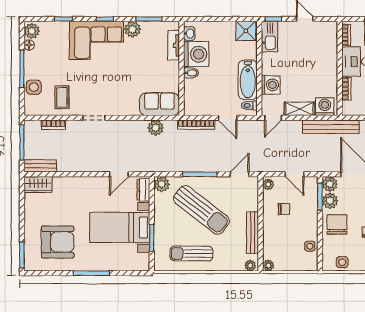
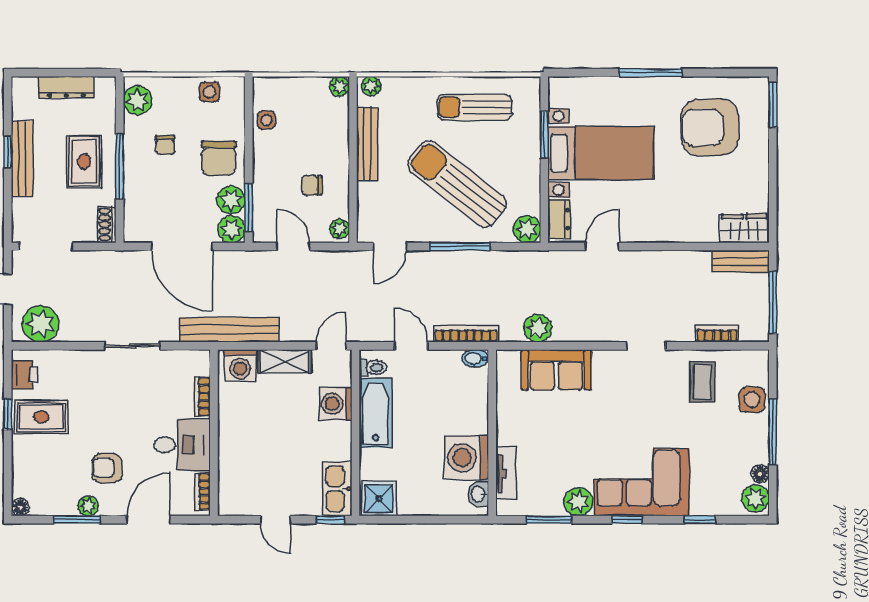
bidet: (191, 73) -> (475, 358), moved
sofa: (159, 104) -> (556, 370), moved
sun lounger: (191, 253) -> (475, 107), turned 180

